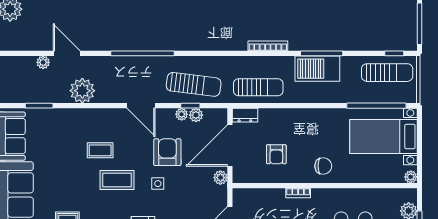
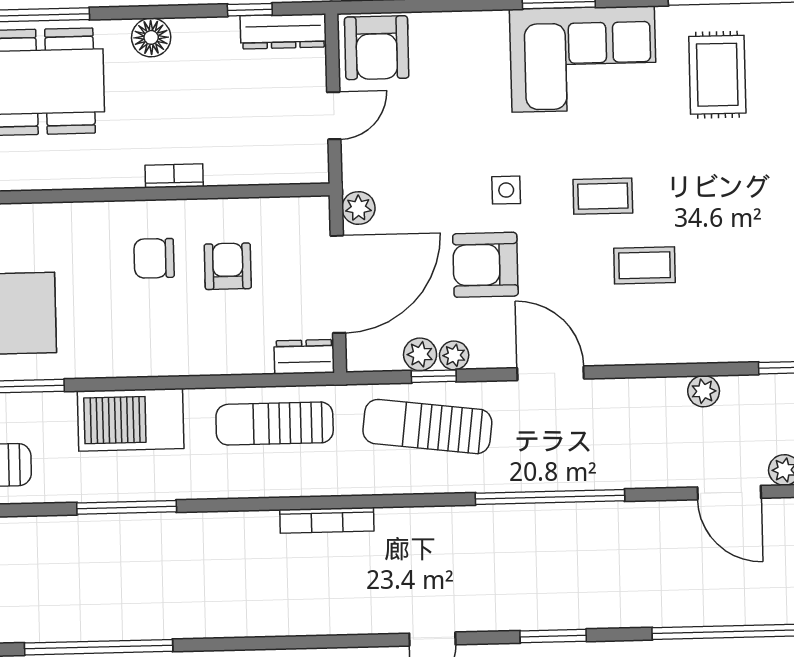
bookcase: (268, 46) -> (327, 520), moved
barbecue: (317, 69) -> (131, 420), moved, turned 180
plant: (82, 91) -> (704, 391), width x0.53, depth x0.53
armchair: (167, 152) -> (485, 265), turned 90
chair: (323, 166) -> (154, 258), moved
coffee table: (117, 180) -> (603, 196), width x0.73, depth x0.77

